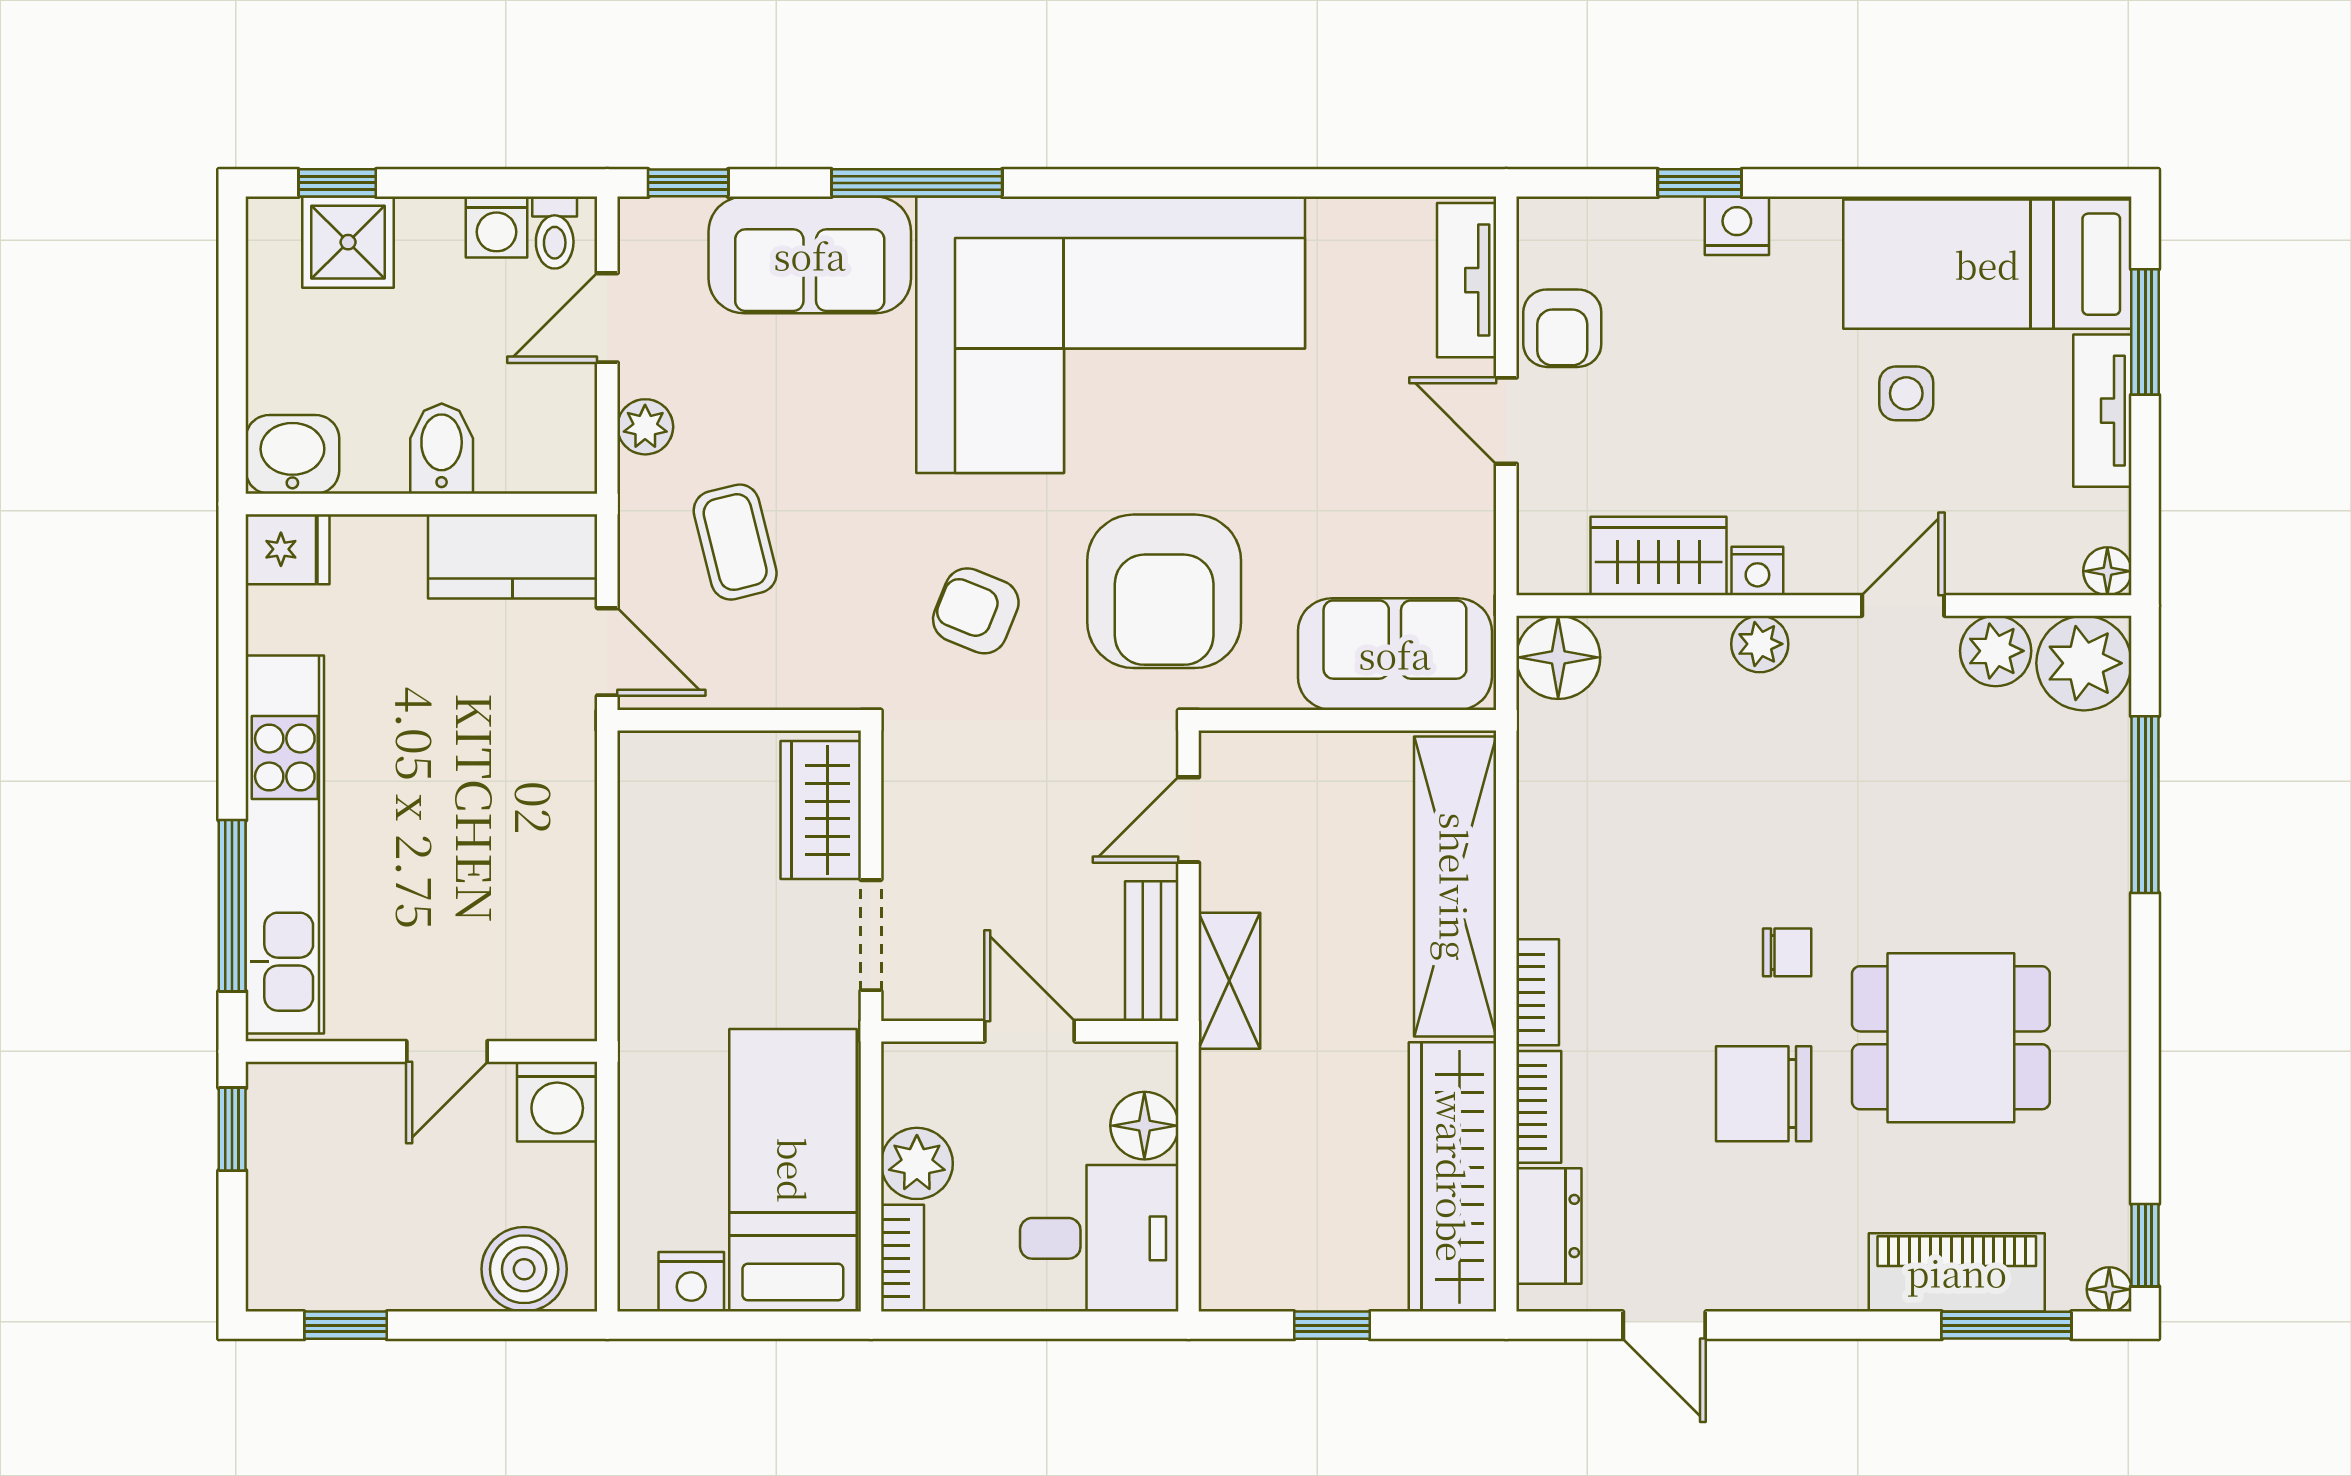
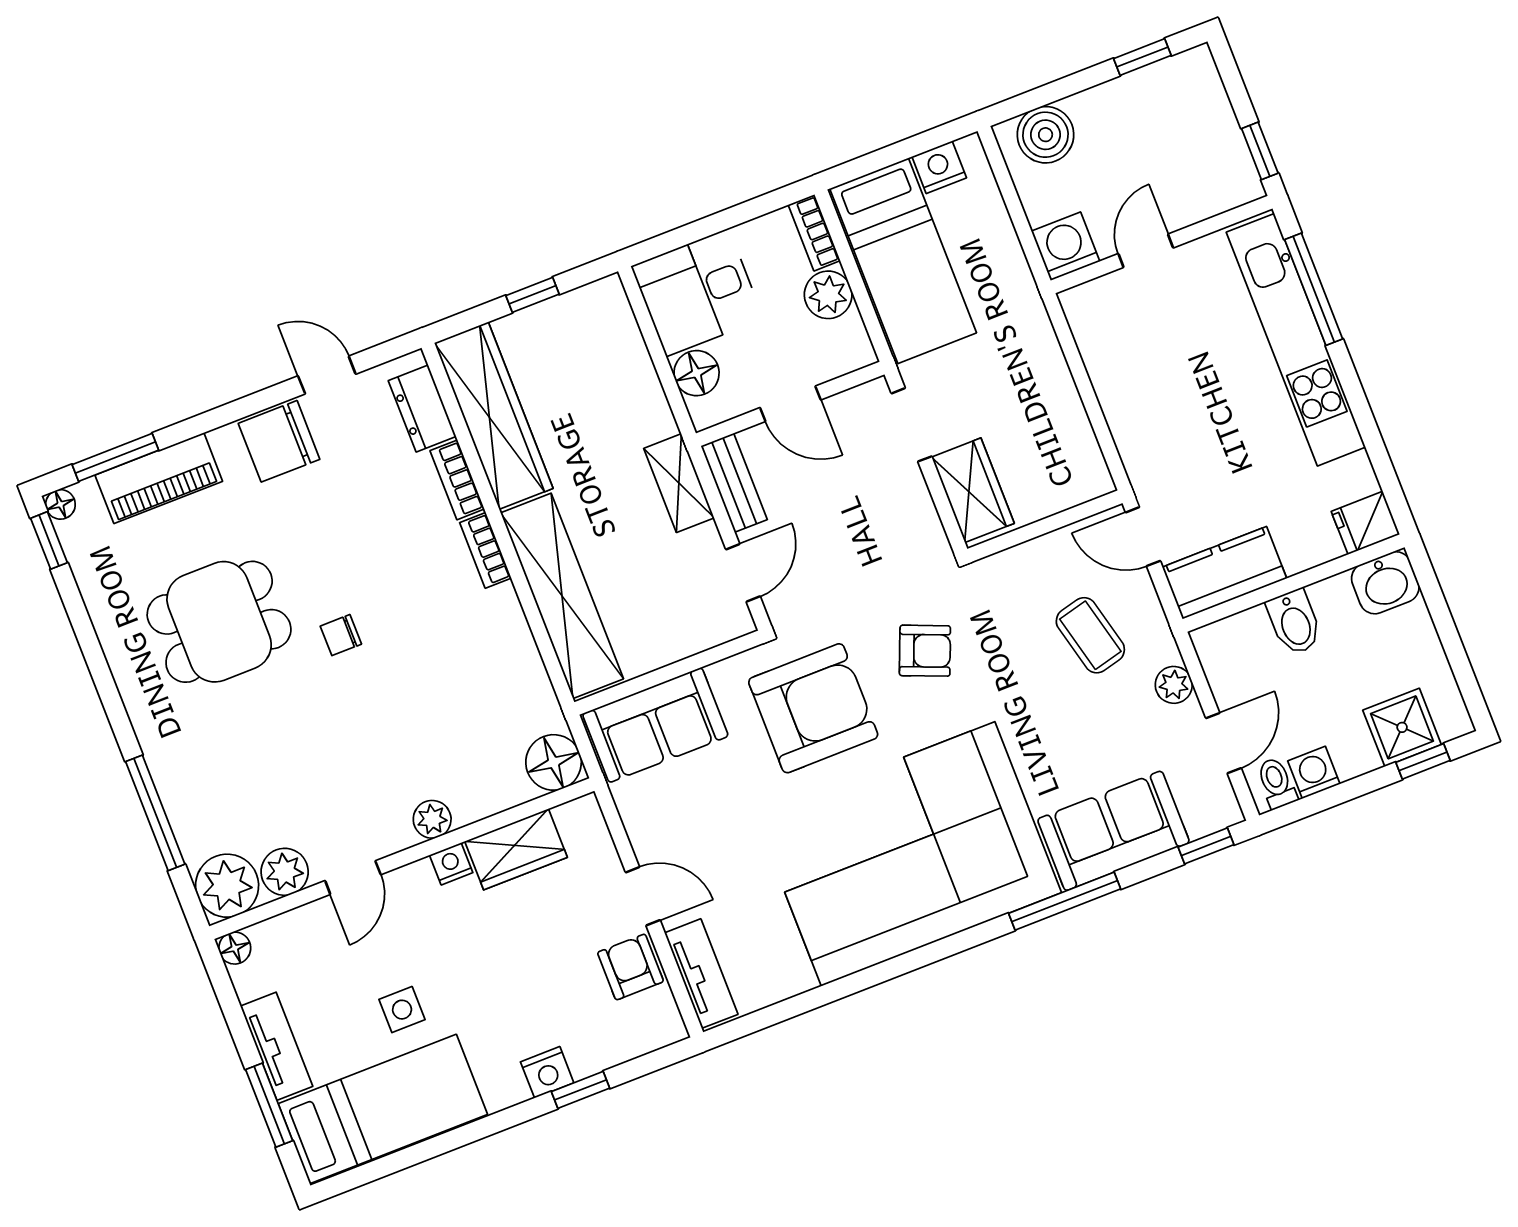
armchair: (1164, 591) -> (813, 708), turned 90
chair: (1764, 1094) -> (279, 441), moved, turned 180

